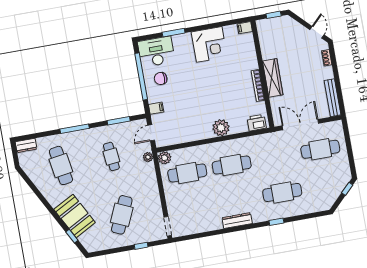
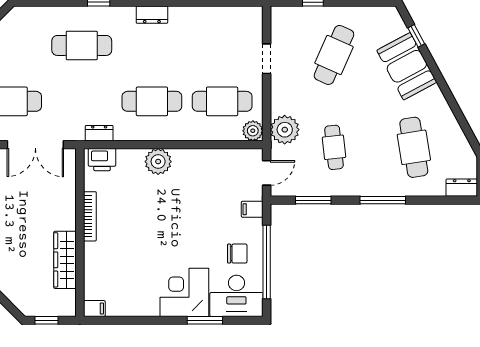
corner desk: (209, 44) -> (184, 292), moved
wardrobe: (273, 78) -> (65, 260), moved
dresser: (261, 139) -> (99, 133), added
plant: (148, 157) -> (285, 130), width x1.88, depth x1.88
dresser: (237, 221) -> (152, 15), width x0.70
doorway: (168, 226) -> (267, 59), moved

